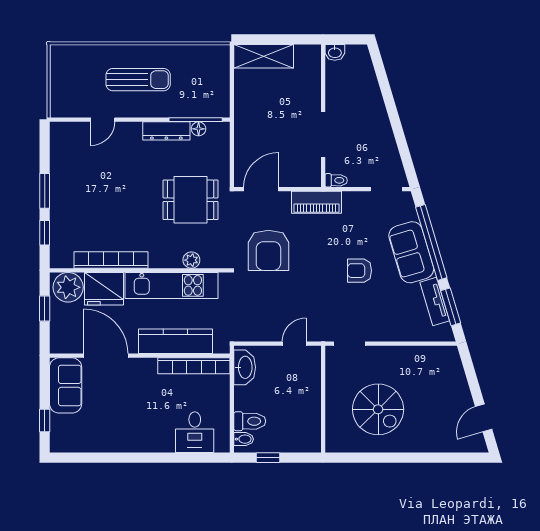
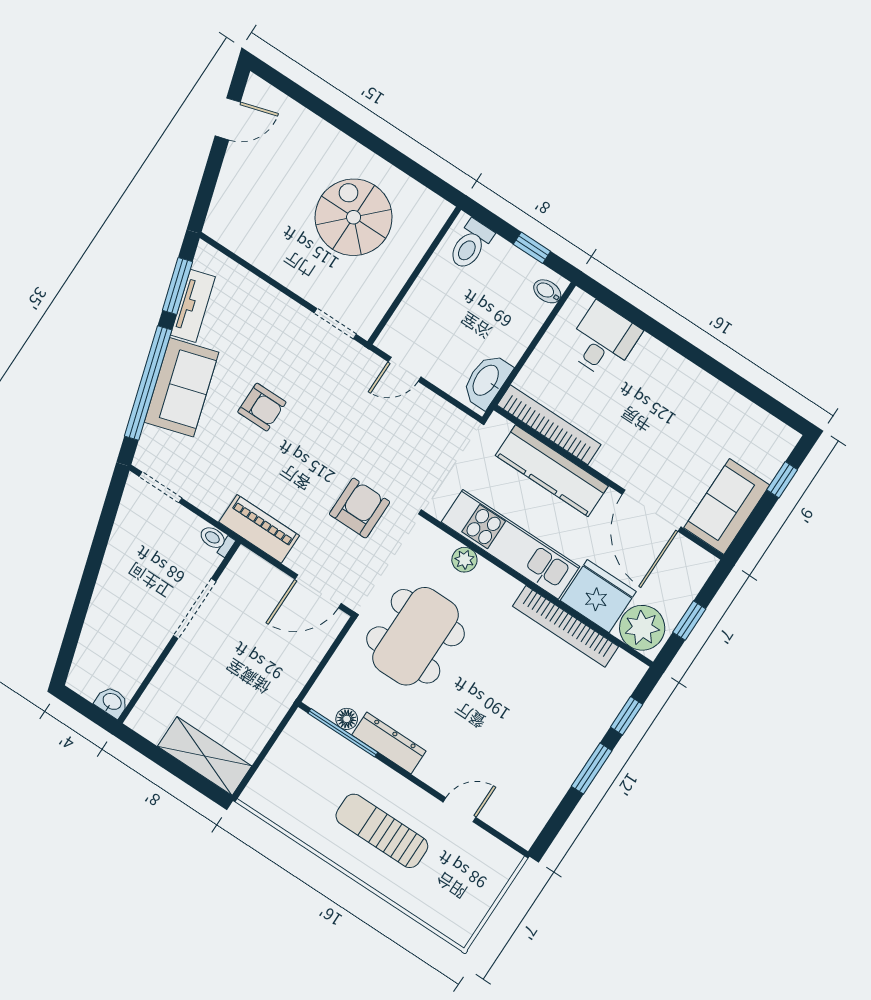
dining table: (191, 200) -> (415, 636), width x1.37
armchair: (268, 250) -> (360, 508), width x0.73, depth x0.73
toilet: (250, 421) -> (471, 245), moved, turned -90

